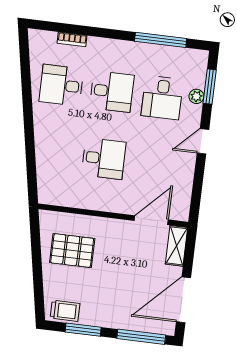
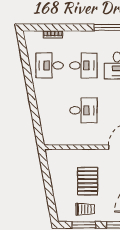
pallet: (72, 251) -> (88, 181), moved, turned 90
trolley: (65, 311) -> (85, 209), moved

